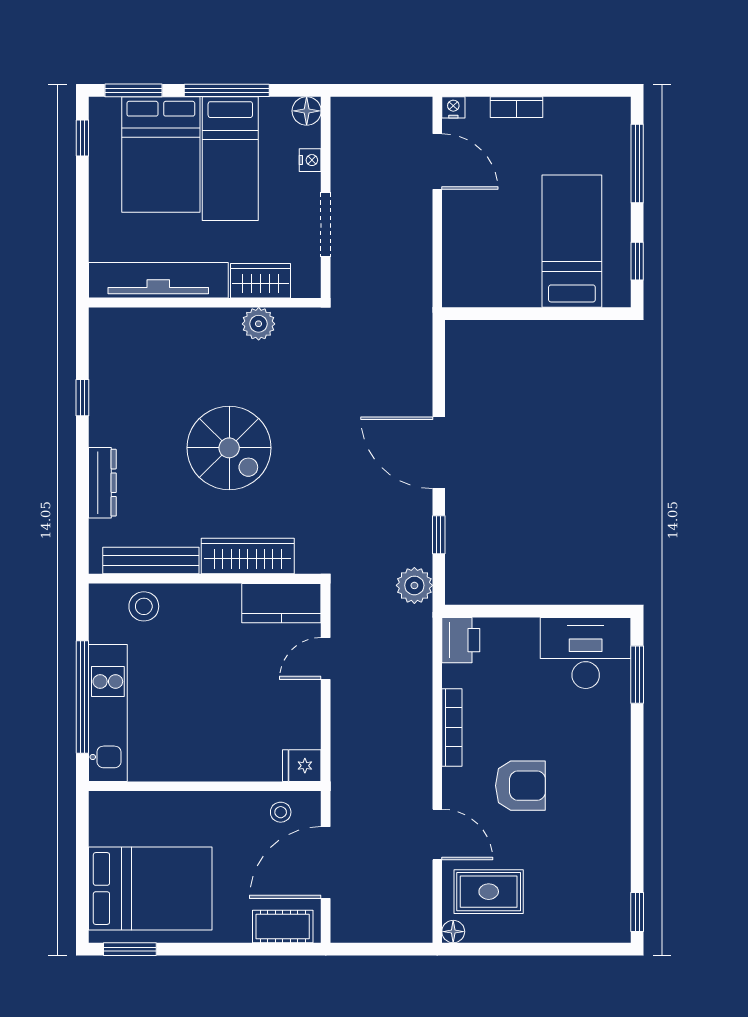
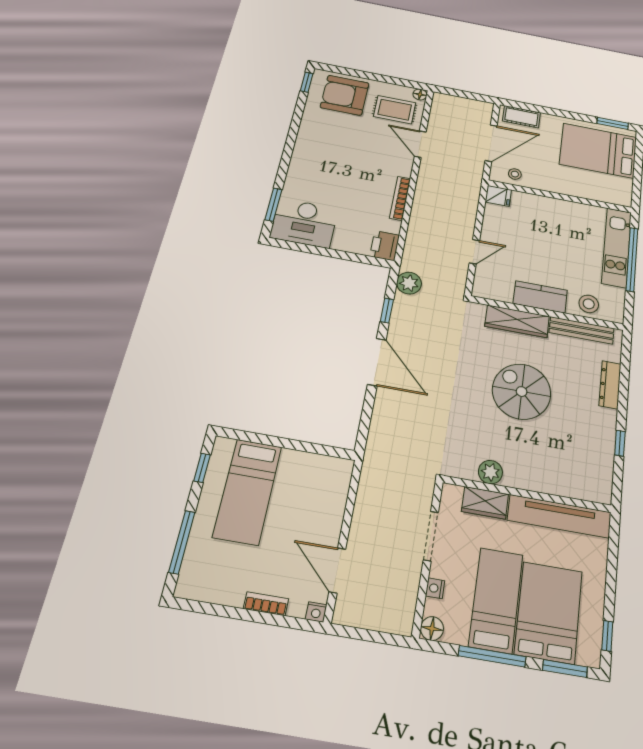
kitchen counter: (281, 603) -> (540, 297), moved
armchair: (520, 786) -> (345, 95), moved, width x1.36, depth x1.36

